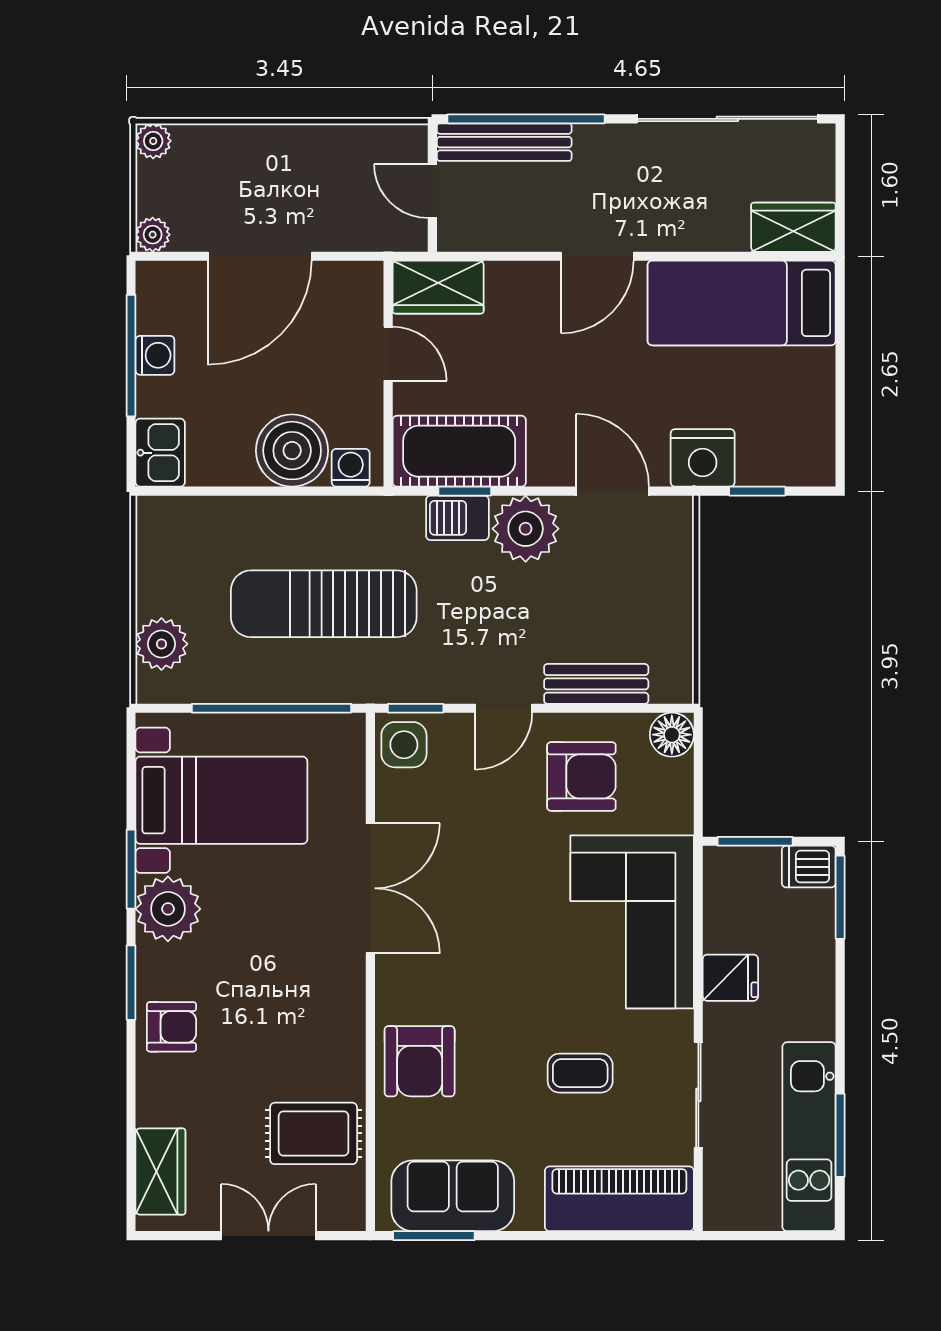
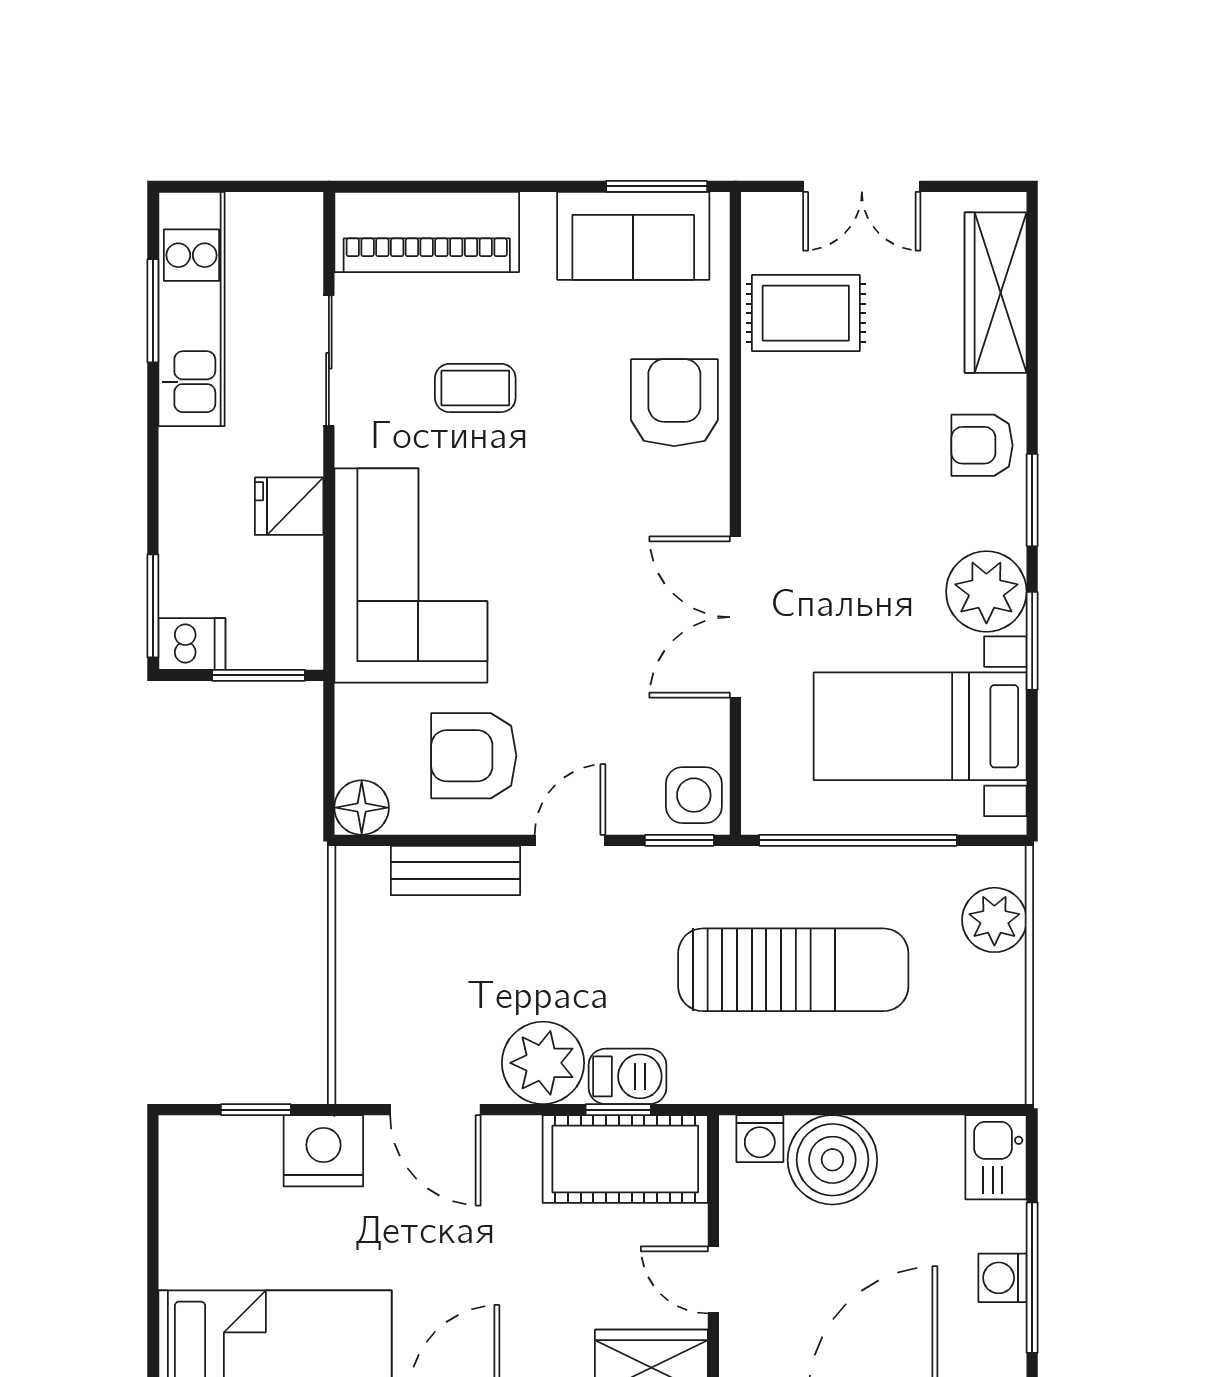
wardrobe: (160, 1172) -> (996, 293), width x1.50

